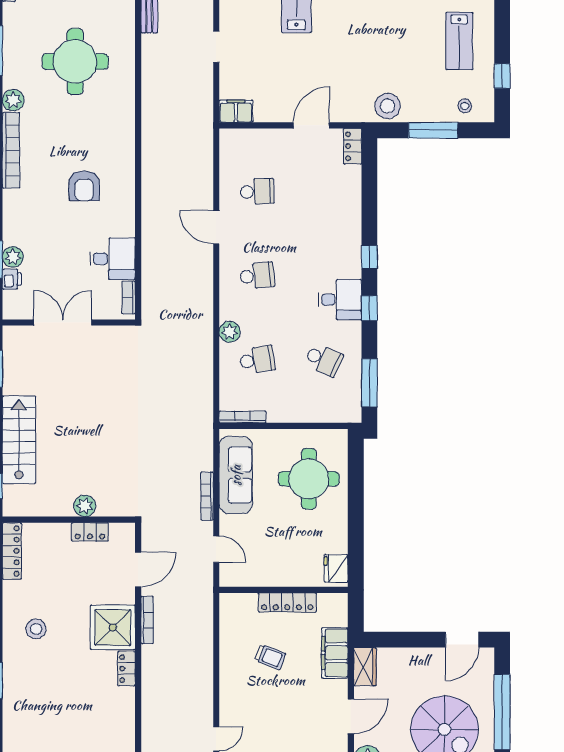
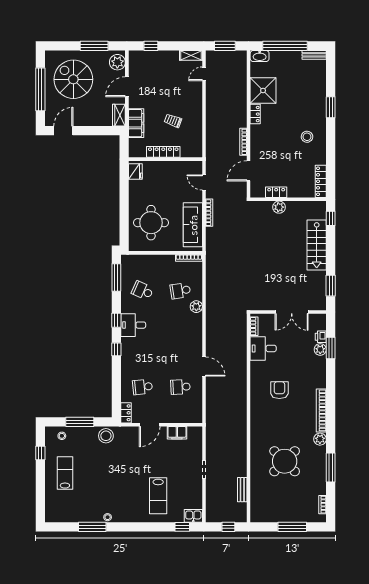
round table: (75, 61) -> (285, 461), turned 45
filing cabinet: (236, 111) -> (177, 433), moved
school desk: (257, 276) -> (143, 387), moved
shower: (113, 627) -> (263, 91), moved

